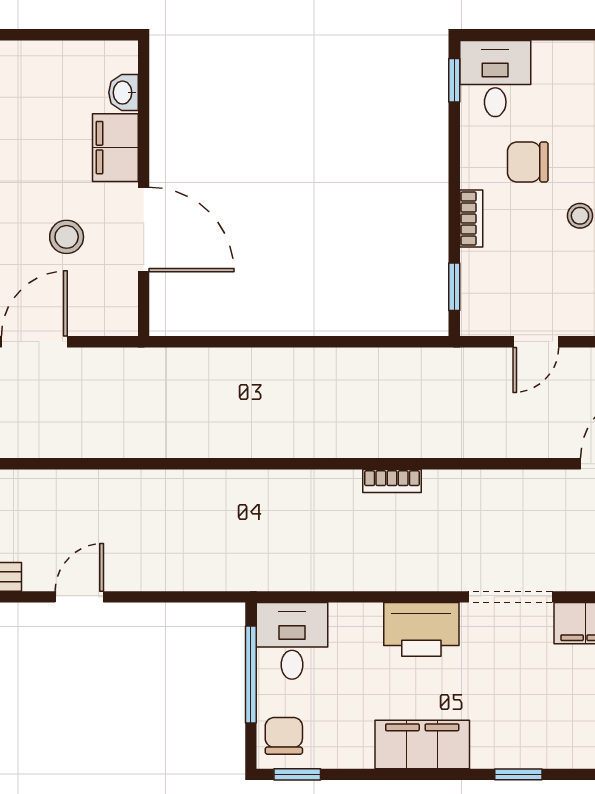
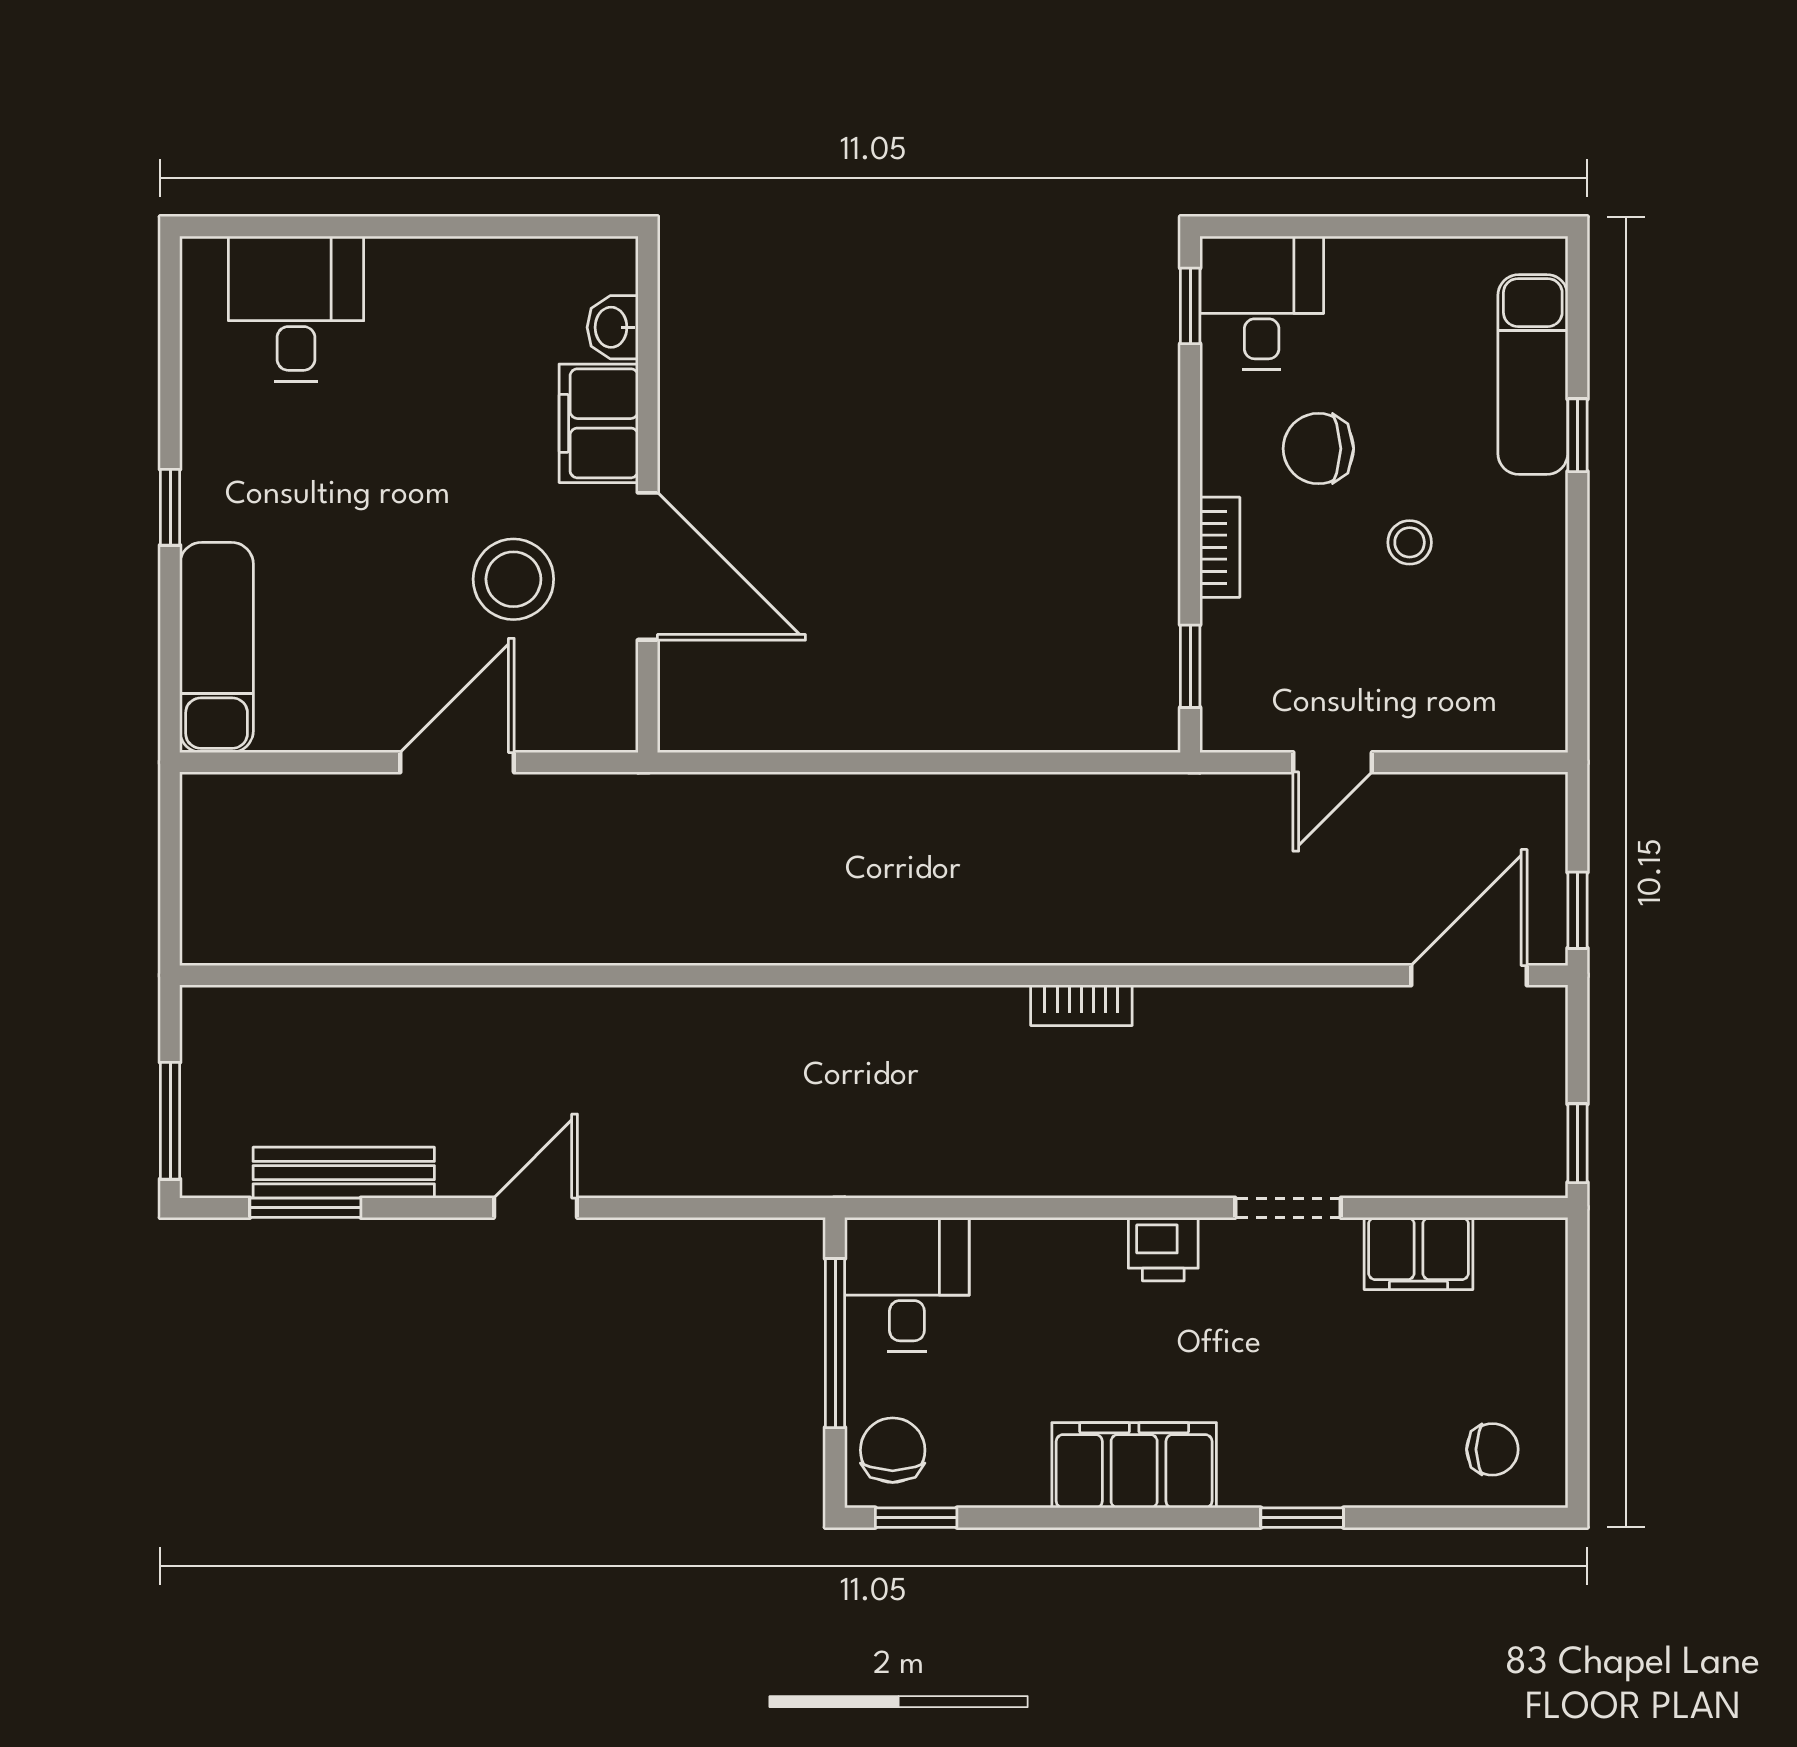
stool: (67, 237) -> (513, 579), width x1.38, depth x1.38
doorway: (510, 597) -> (1288, 1208), width x0.73
printer: (421, 629) -> (1163, 1249), width x0.53, depth x0.68

